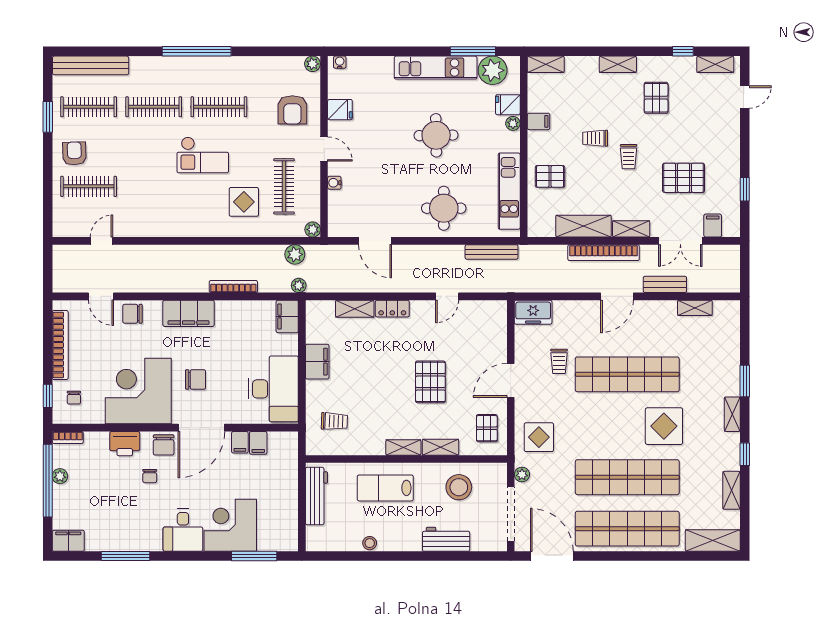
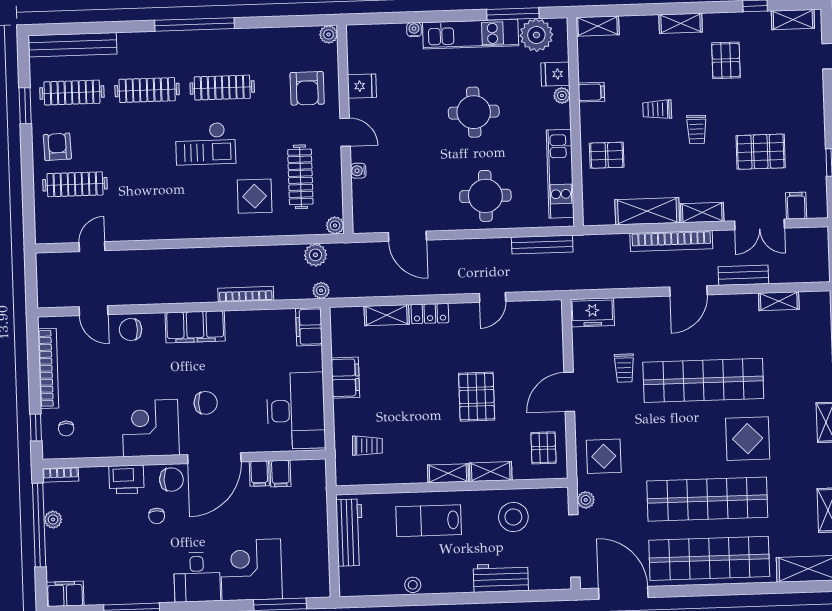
water cooler: (340, 62) -> (414, 30), moved
corner desk: (138, 391) -> (150, 428), width x0.74, depth x0.74
chair: (164, 445) -> (171, 480), turned -90

